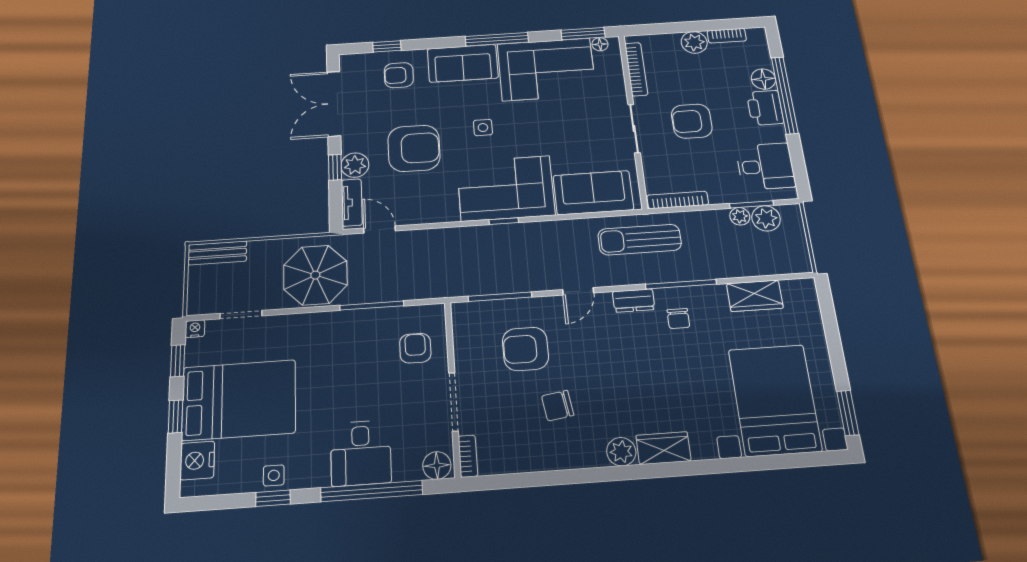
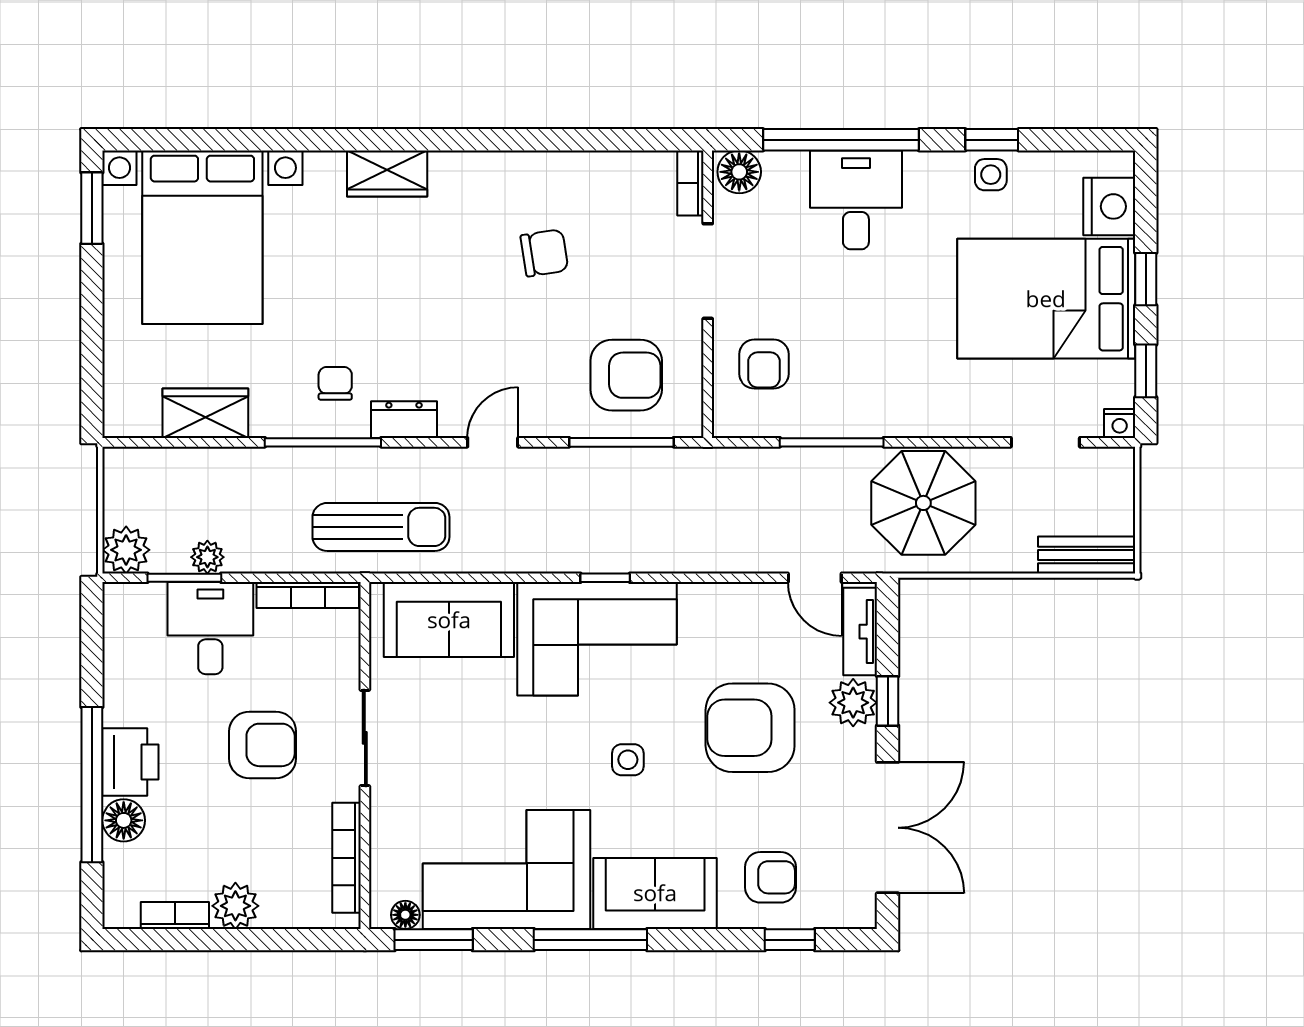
desk: (766, 166) -> (210, 628), moved, turned 90
plant: (766, 218) -> (126, 550), moved
armchair: (525, 349) -> (626, 375), moved
plant: (621, 452) -> (453, 173), removed

